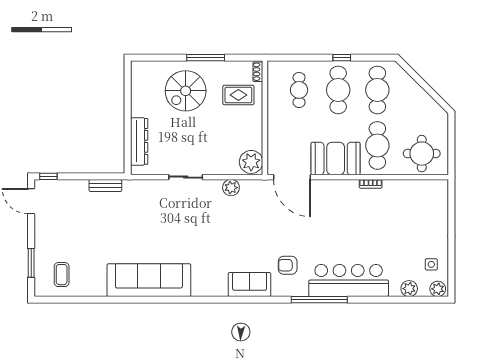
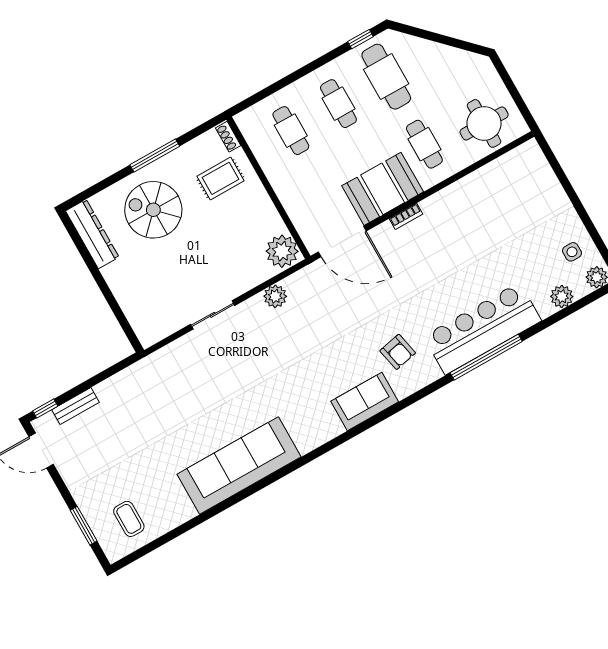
window: (342, 58) -> (360, 39), moved
cafe table: (338, 90) -> (338, 104), width x0.73, depth x0.74
spiral stairs: (186, 91) -> (153, 210), turned 90
dresser: (139, 141) -> (92, 234), moved
cafe table: (377, 145) -> (424, 144), width x0.73, depth x0.74
bookcase: (371, 184) -> (406, 216), moved
bench: (105, 186) -> (75, 406), moved
armchair: (288, 265) -> (398, 352), turned -102
window: (319, 300) -> (486, 357), moved

